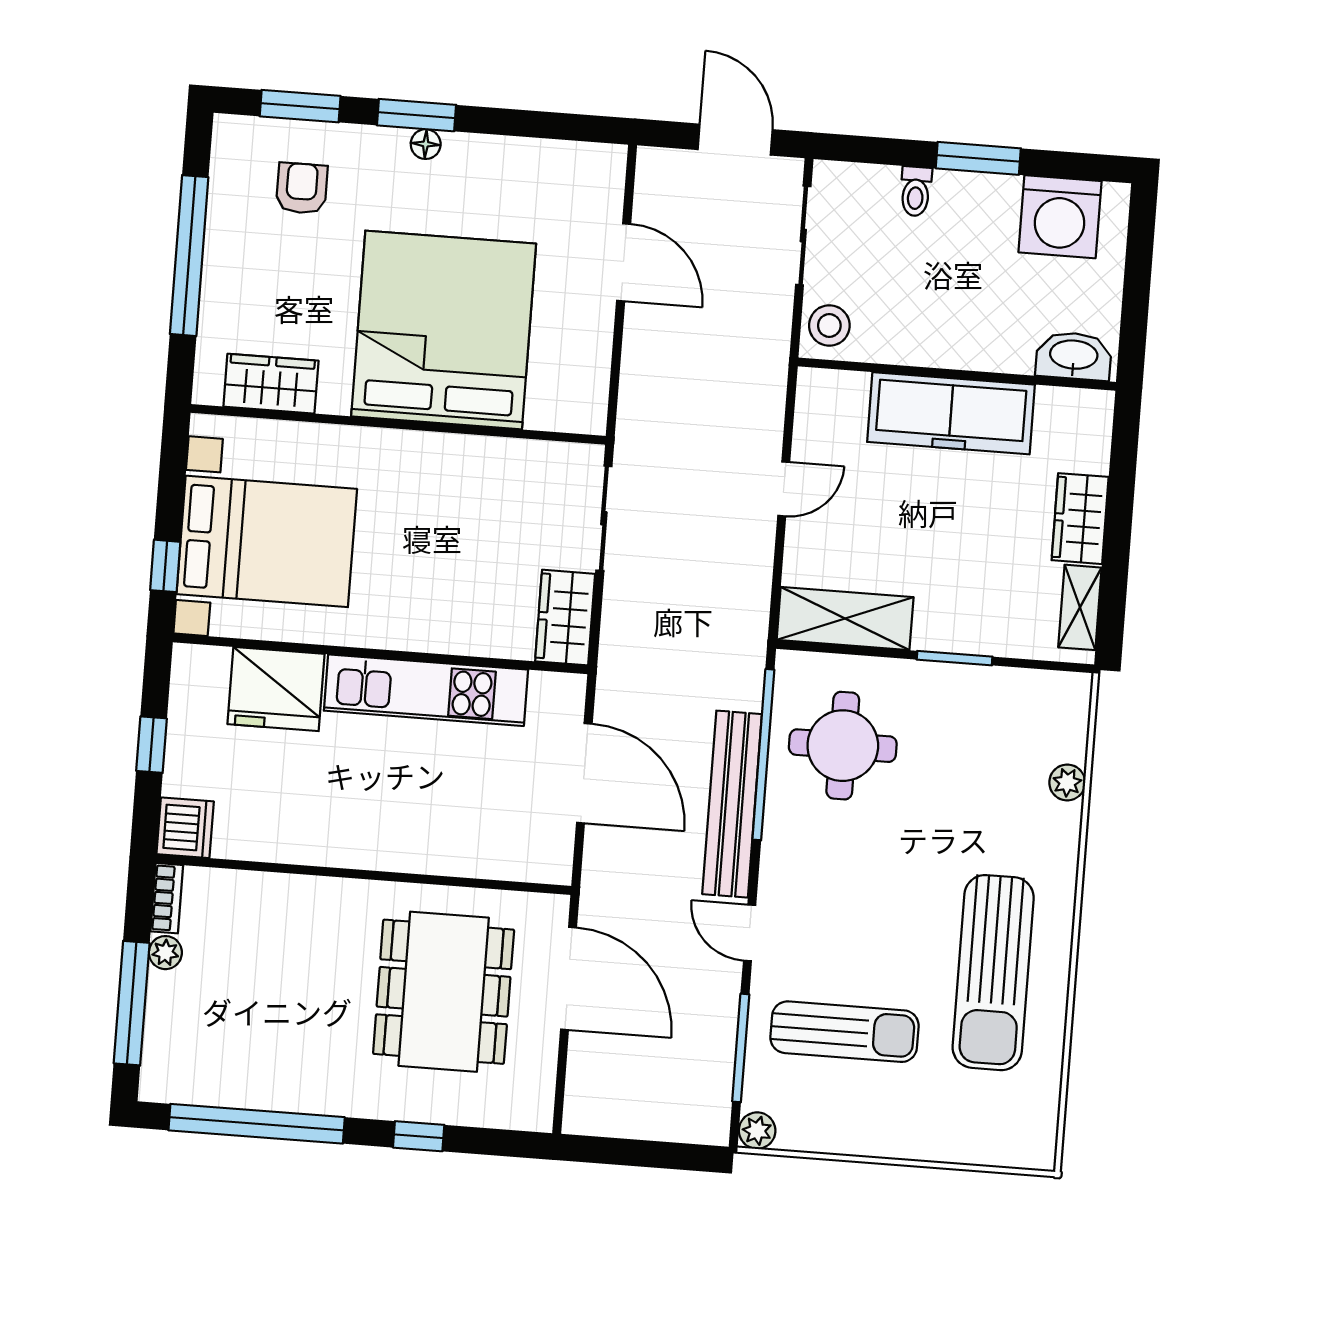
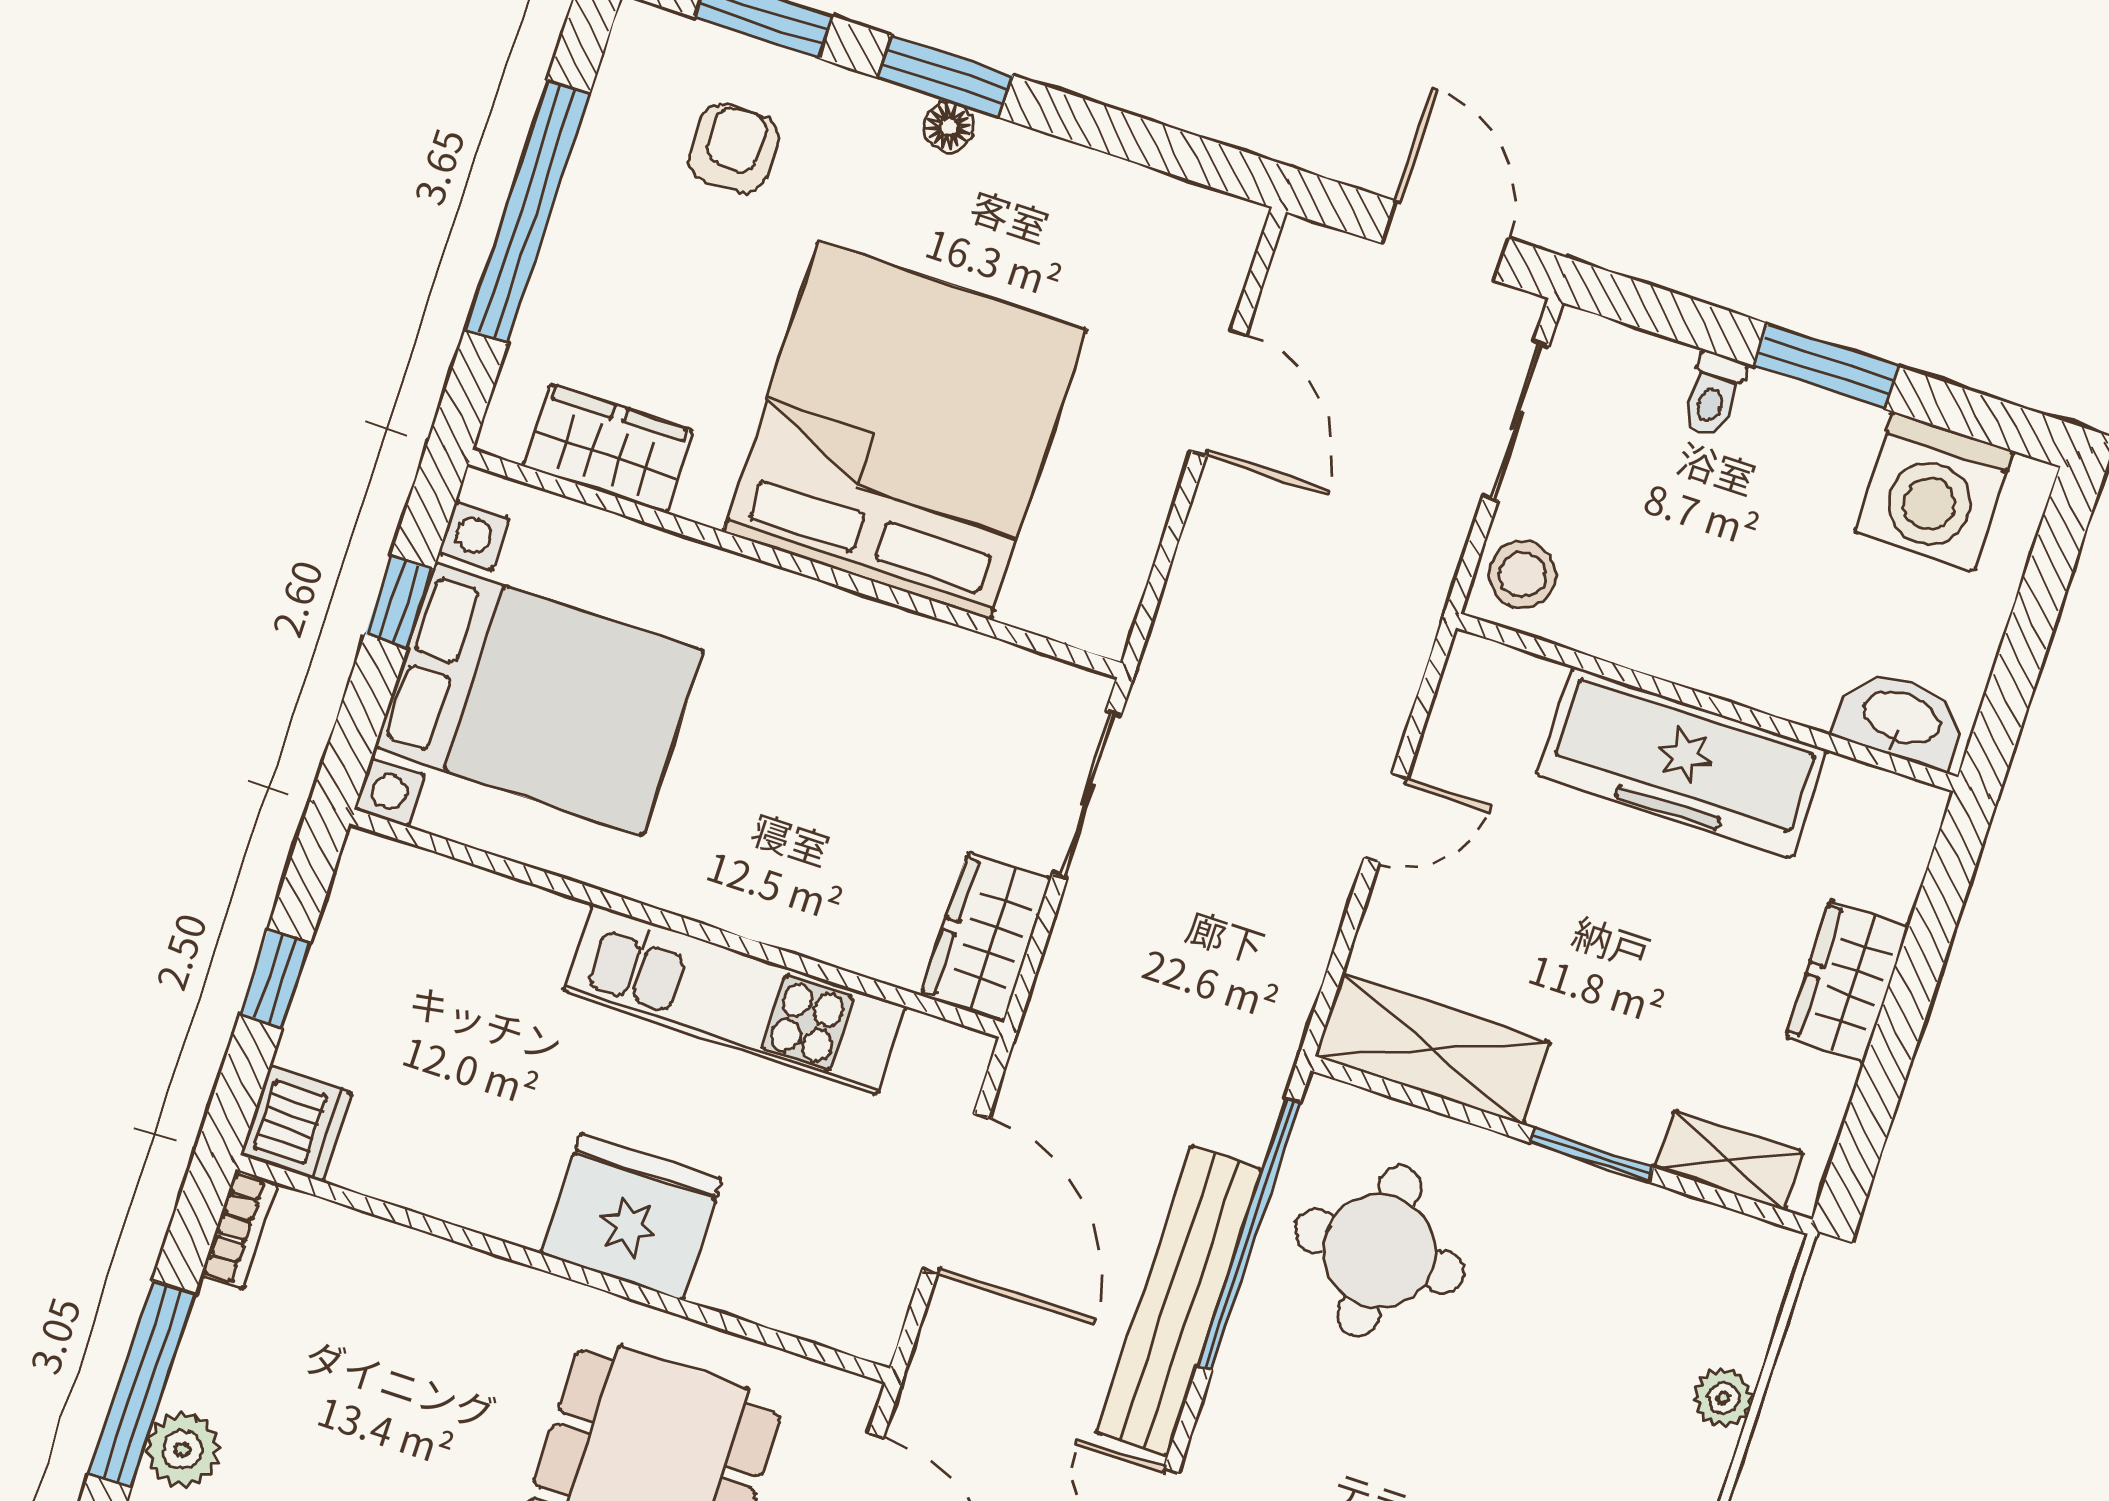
window: (165, 566) -> (399, 602), moved
shelving: (1080, 607) -> (1729, 1160), moved, turned 90
fridge: (276, 689) -> (631, 1217), moved, turned 180
plant: (165, 953) -> (183, 1449), moved, width x1.38, depth x1.38

